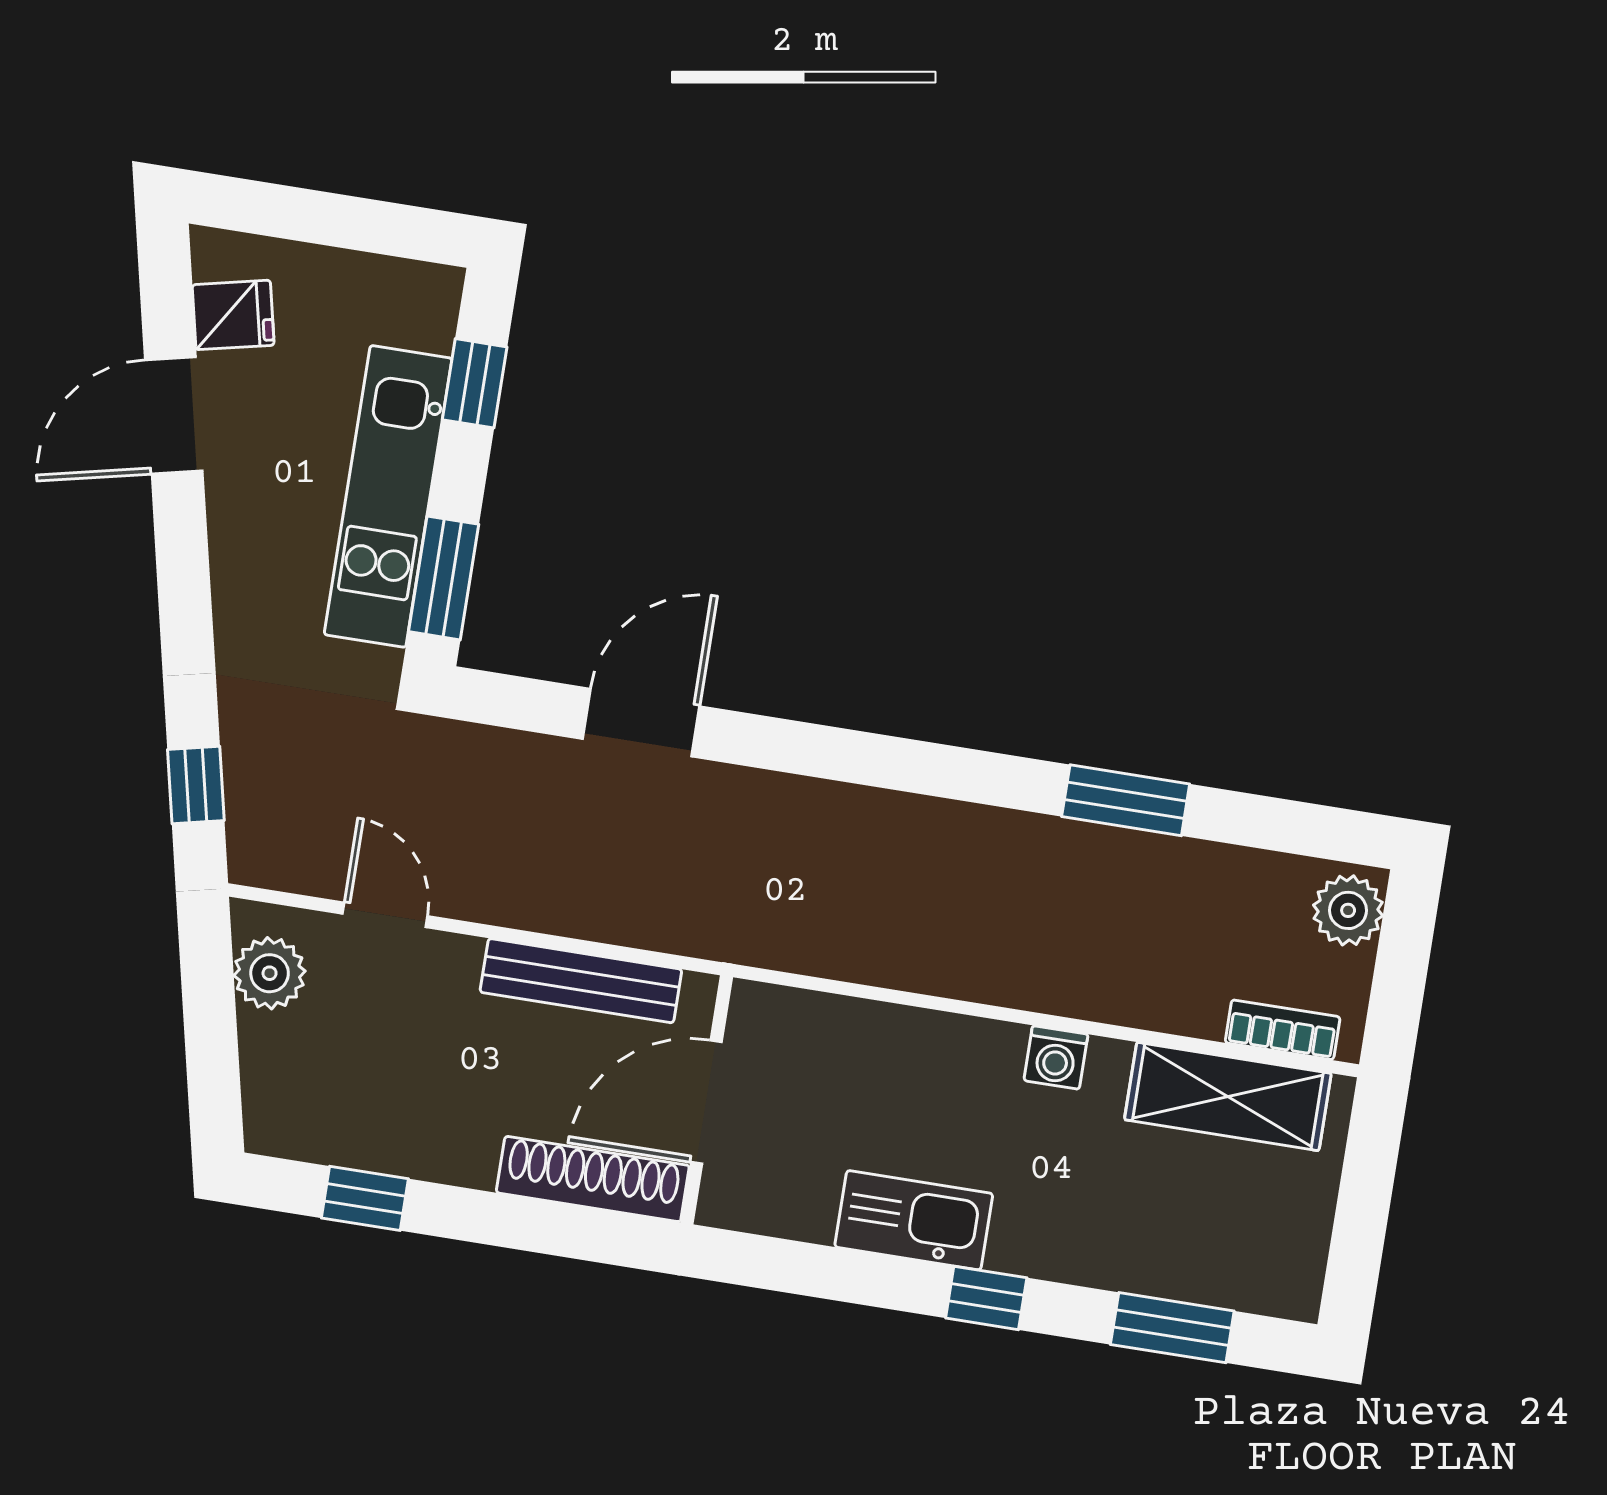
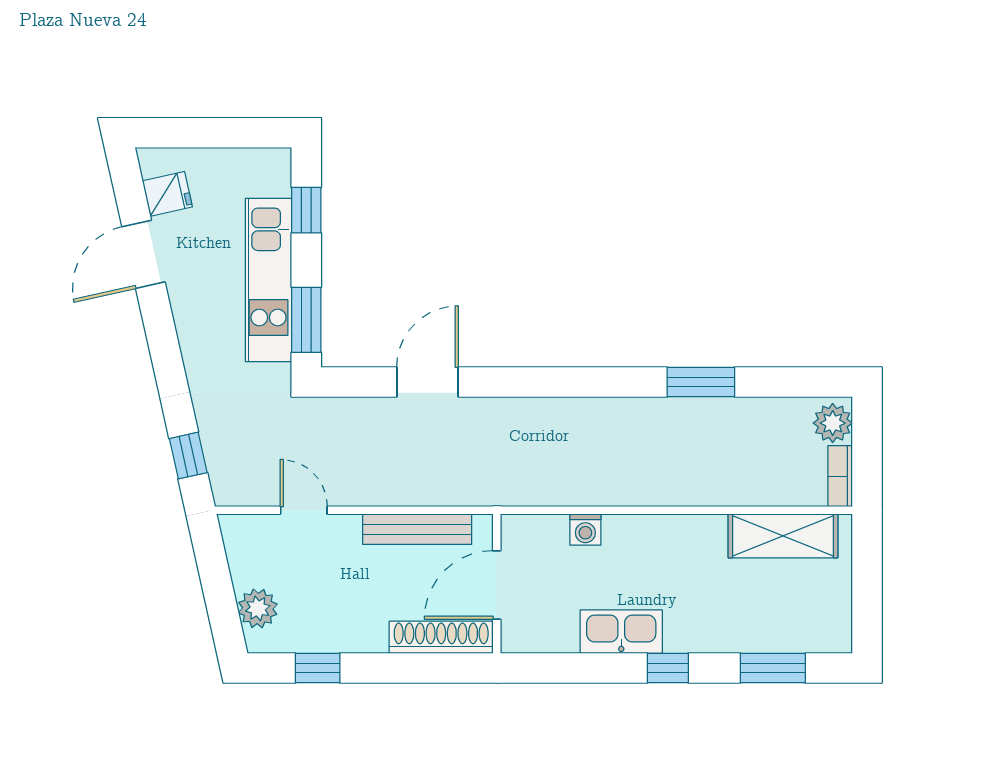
plant: (270, 973) -> (258, 608), moved
bookcase: (1283, 1030) -> (840, 476), moved, turned -90
washing machine: (1056, 1057) -> (585, 530), moved

